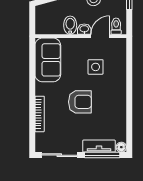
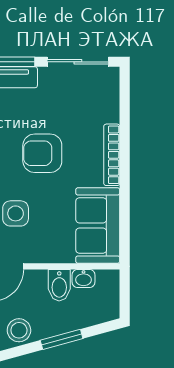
washbasin: (84, 29) -> (84, 278), moved
bookcase: (40, 114) -> (112, 155), moved

